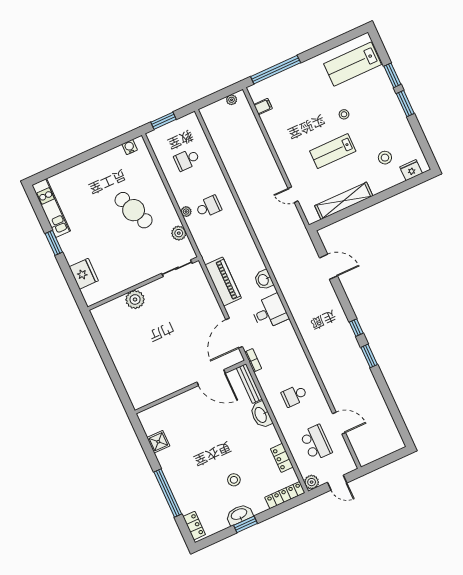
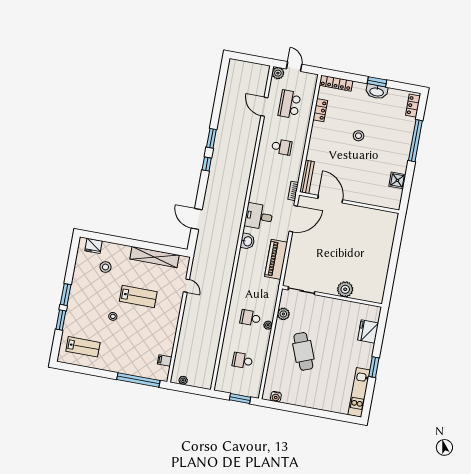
lab bench: (353, 64) -> (83, 347), width x0.73, depth x0.72
school desk: (187, 160) -> (242, 361), turned 180
washbasin: (261, 415) -> (314, 150), removed
stool: (234, 480) -> (358, 136), moved
plant: (312, 482) -> (278, 73), moved

